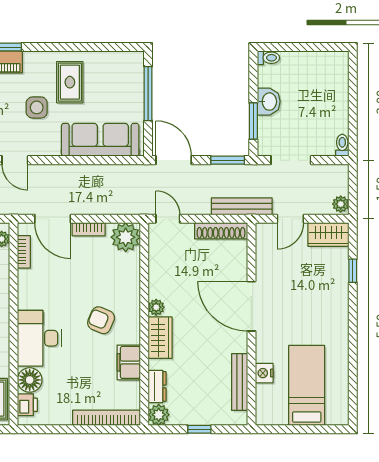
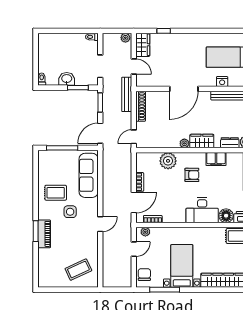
plant: (126, 237) -> (168, 161), moved
armchair: (101, 320) -> (192, 175), turned -113

